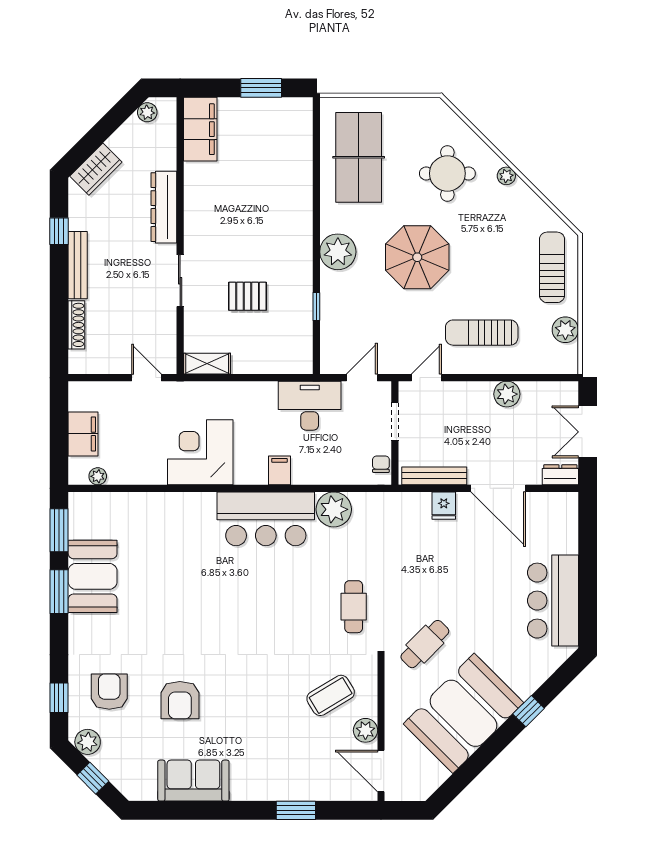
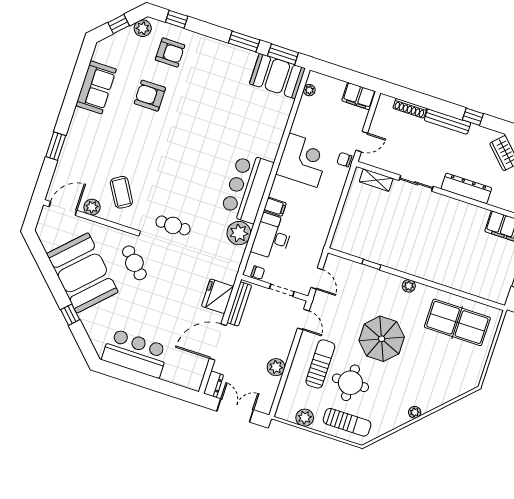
round table: (447, 173) -> (350, 383), moved
plant: (338, 252) -> (409, 286), width x0.53, depth x0.53
pallet: (248, 296) -> (392, 223), removed
shelving: (207, 364) -> (376, 180), moved, turned 90
chair: (180, 394) -> (344, 160), added
desk: (310, 406) -> (272, 237), moved, turned 180
filing cabinet: (83, 434) -> (359, 96), moved
fridge: (444, 506) -> (218, 296), width x1.88, depth x1.34
booth: (93, 576) -> (277, 76), moved

